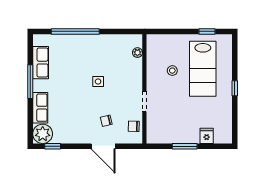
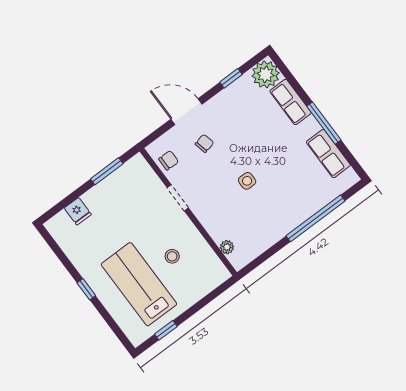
window: (53, 146) -> (231, 78), moved
window: (185, 146) -> (107, 171), moved

